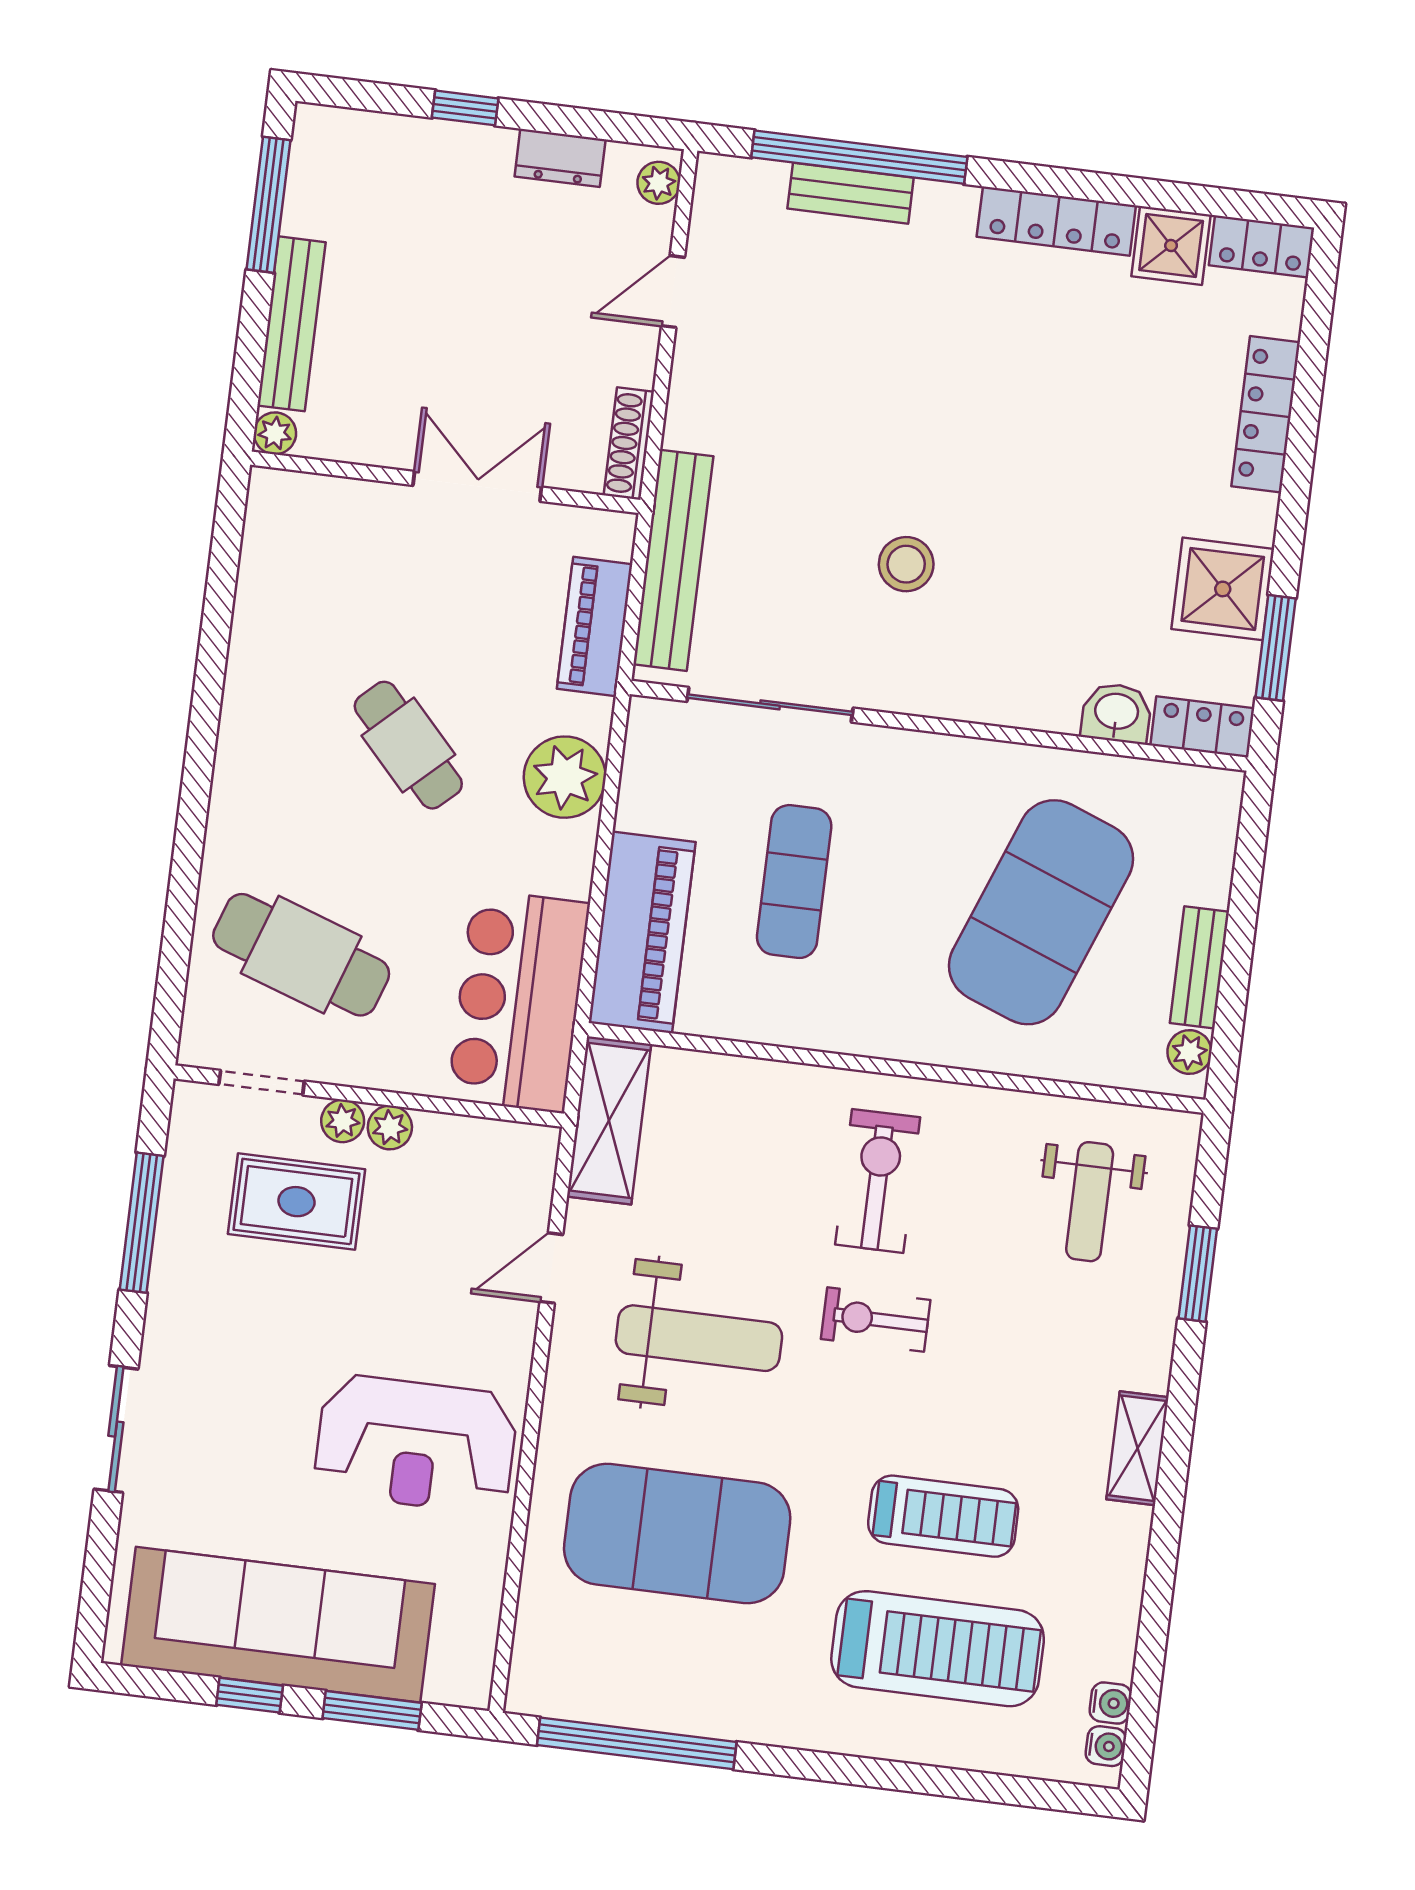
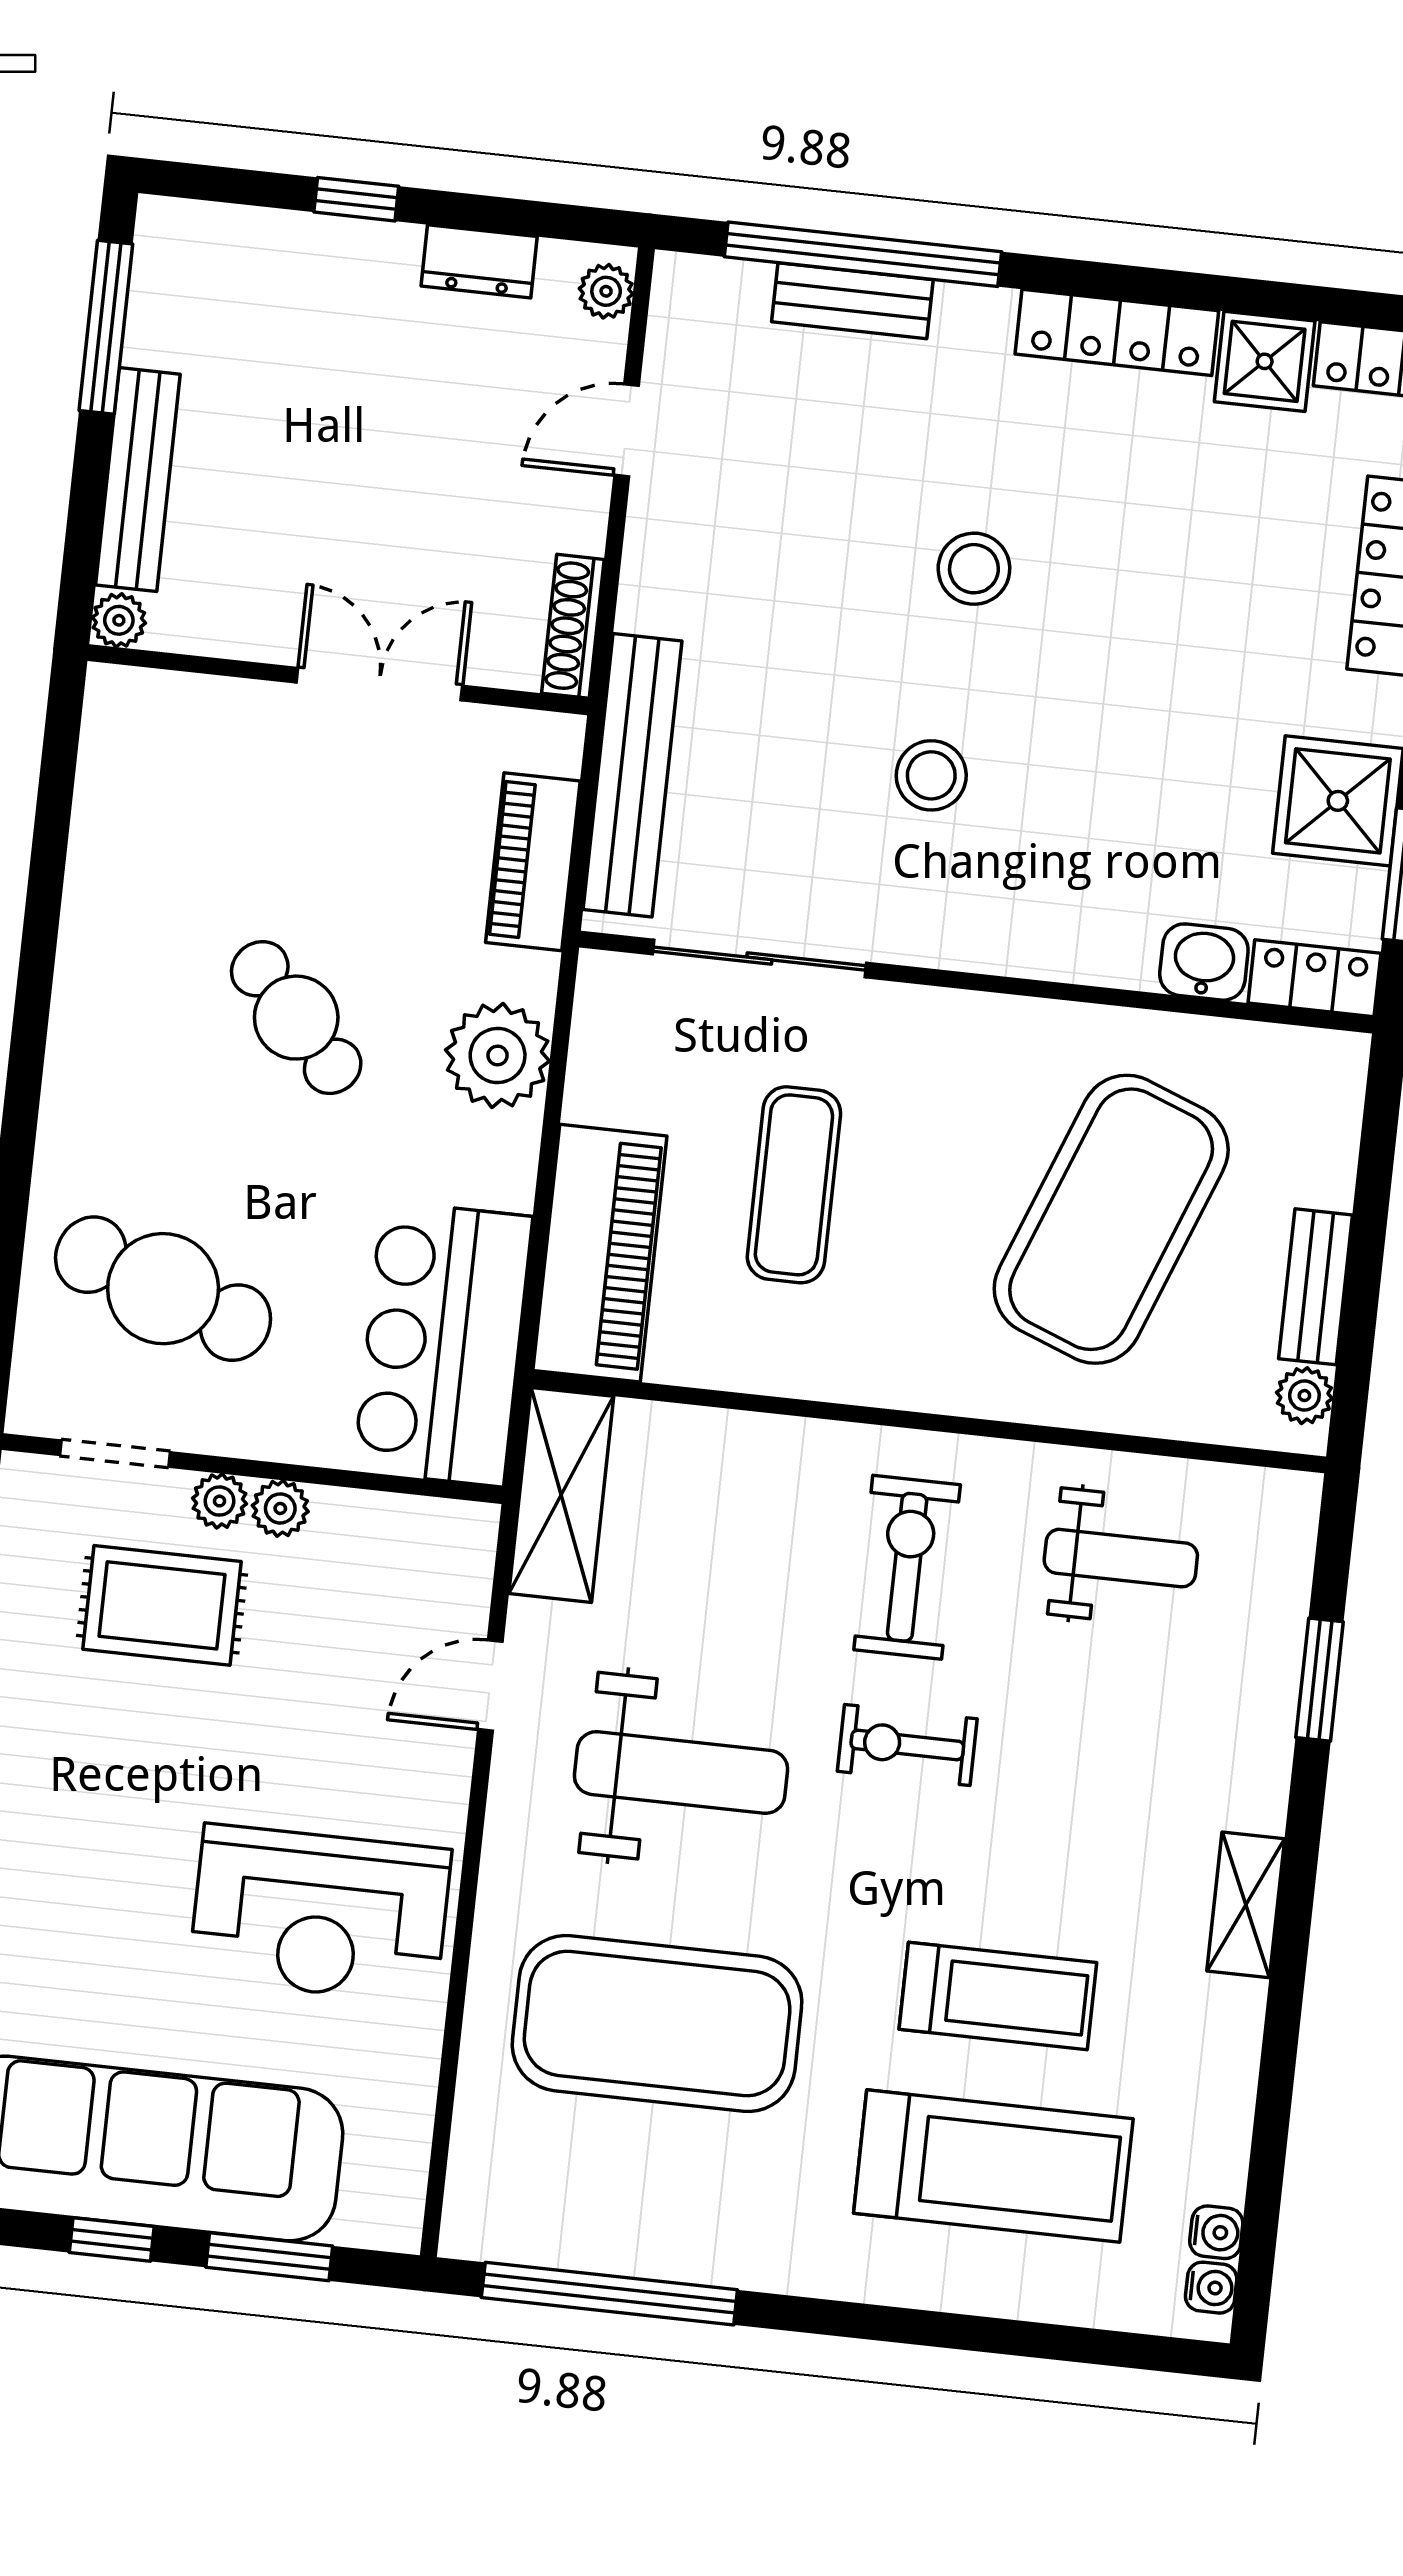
stool: (942, 404) -> (974, 569), added
weight bench: (1090, 1202) -> (1121, 1558), moved, turned -90

